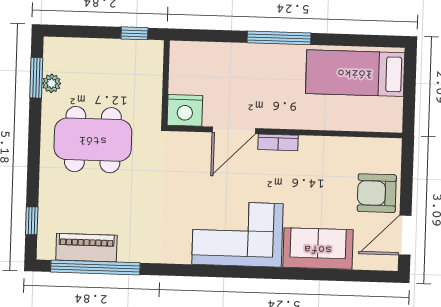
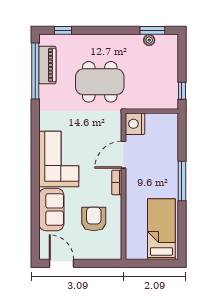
door: (234, 130) -> (123, 155), hinge flipped
dining table: (93, 140) -> (100, 82), moved, turned 90
armchair: (377, 193) -> (94, 219), moved

